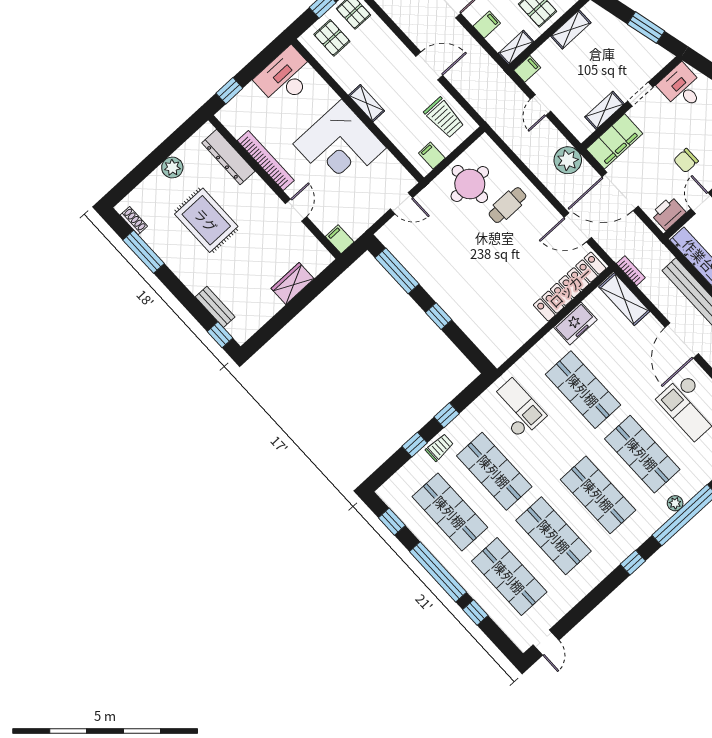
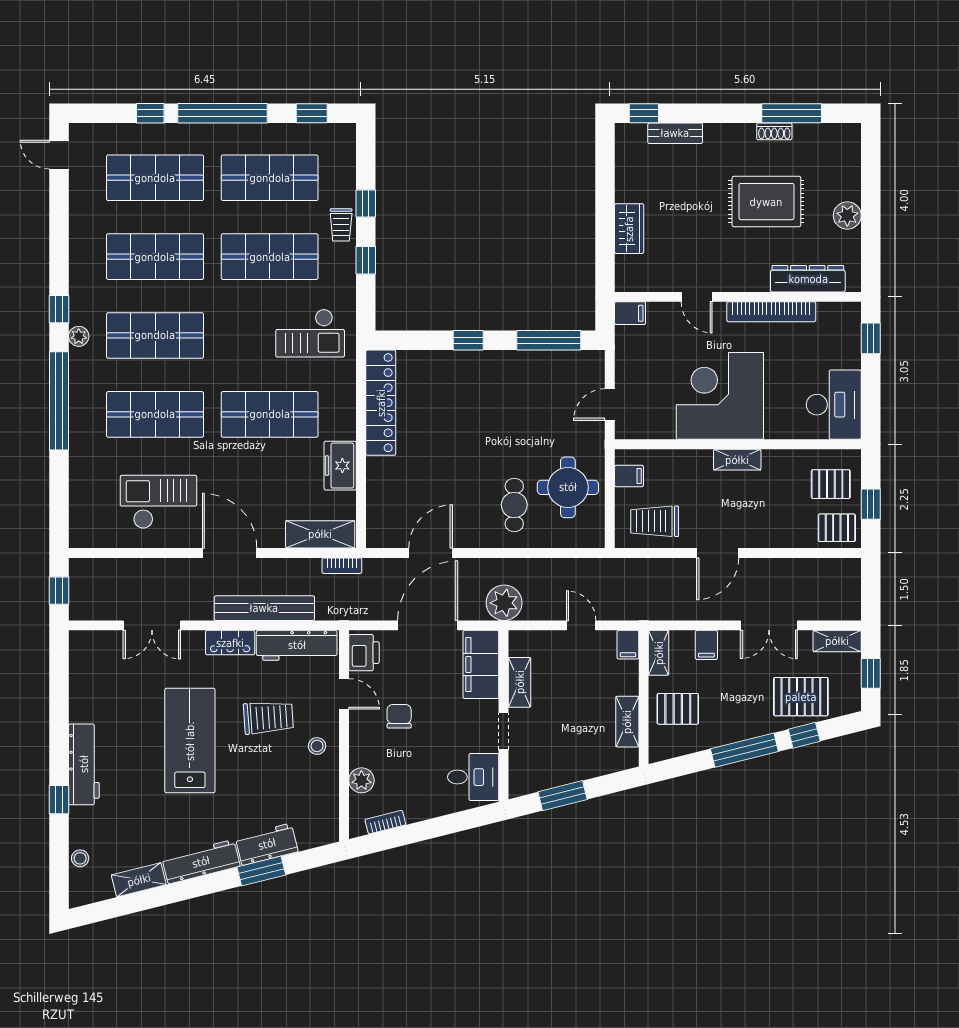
shoe rack: (134, 221) -> (774, 131), moved
locker: (570, 287) -> (381, 403), moved
plant: (675, 503) -> (79, 336), moved

